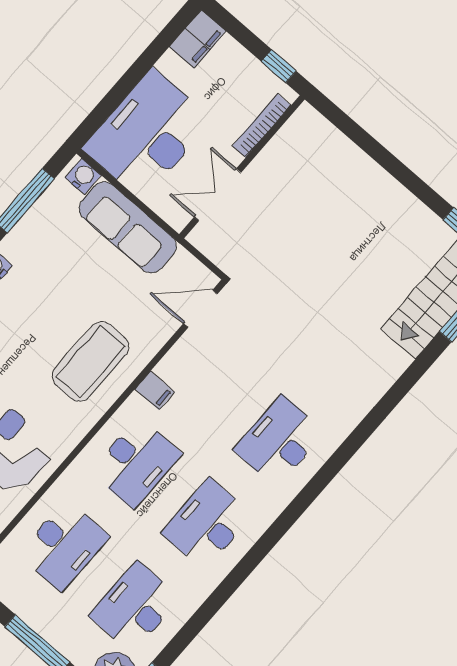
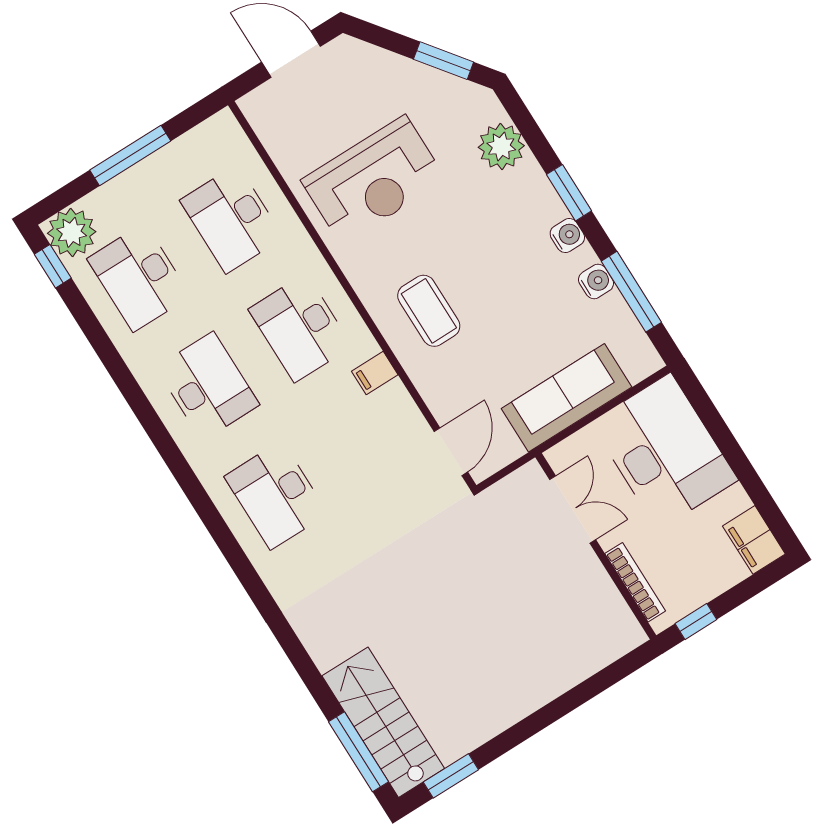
water cooler: (83, 176) -> (596, 281), moved, turned -90
coffee table: (91, 362) -> (429, 311), width x0.73, depth x0.76
desk: (279, 441) -> (276, 495), turned 180
desk: (135, 607) -> (139, 277), turned 180

